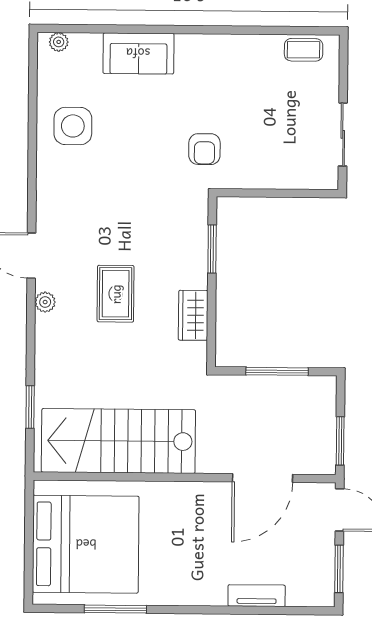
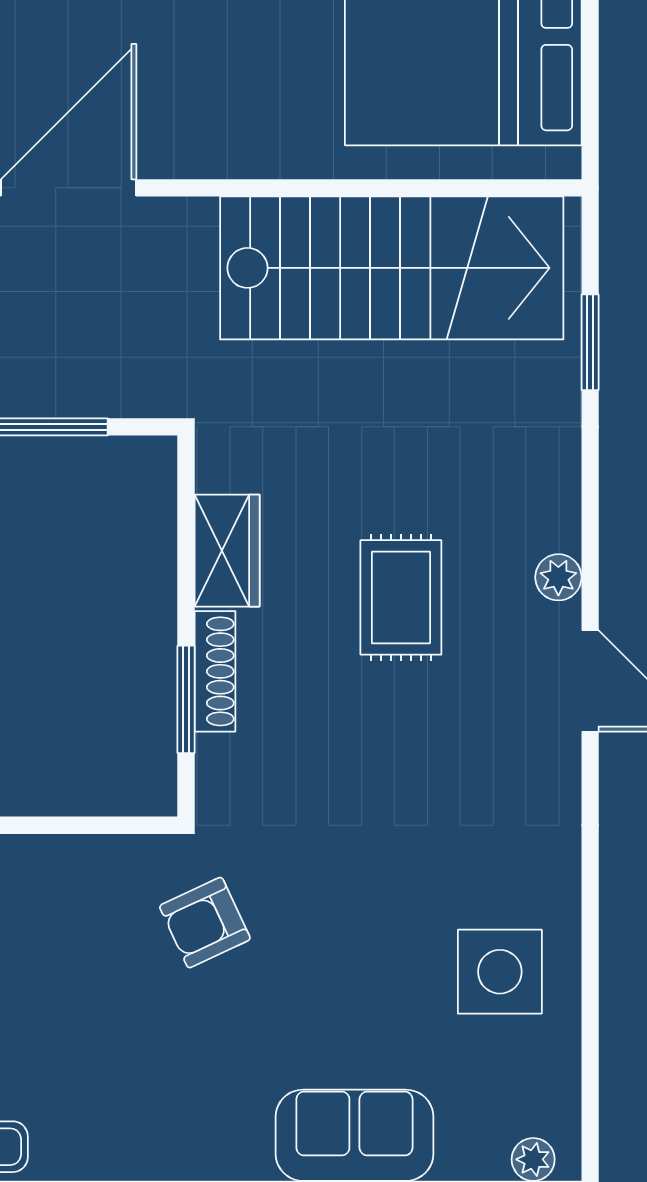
armchair: (204, 149) -> (205, 923), turned -115
shoe rack: (199, 261) -> (215, 671), added

